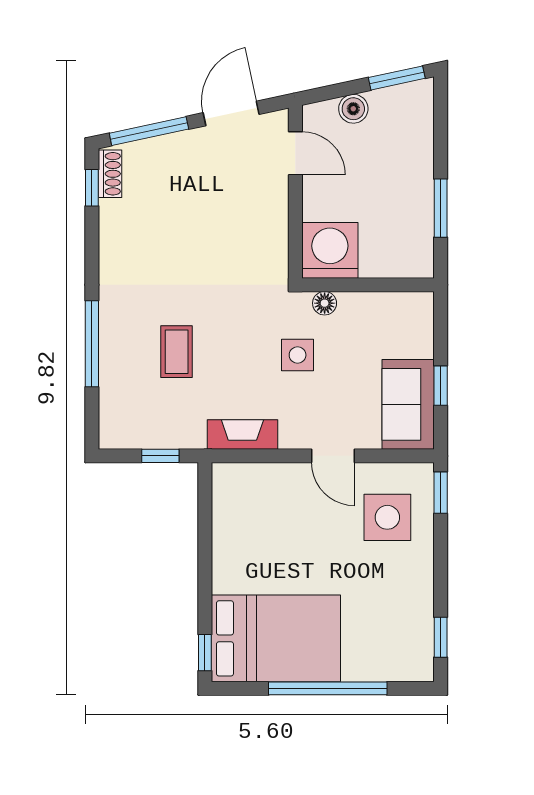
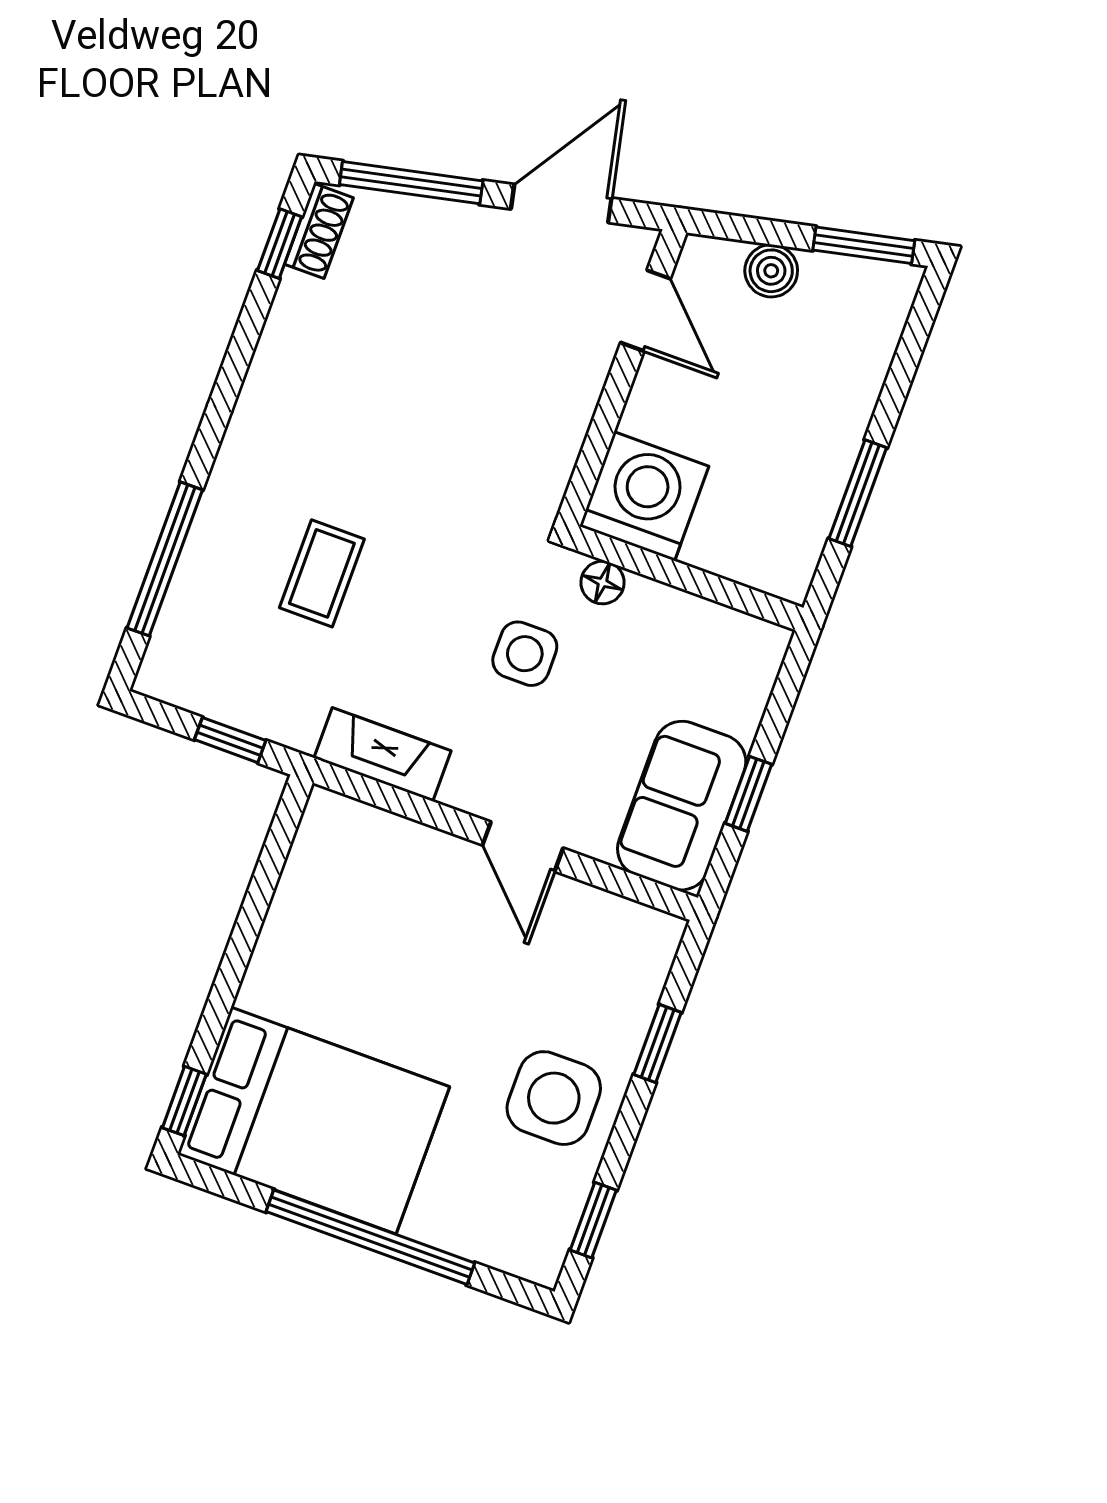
window: (92, 344) -> (165, 559), moved
window: (441, 493) -> (658, 1044), moved
side table: (387, 517) -> (554, 1098), moved

